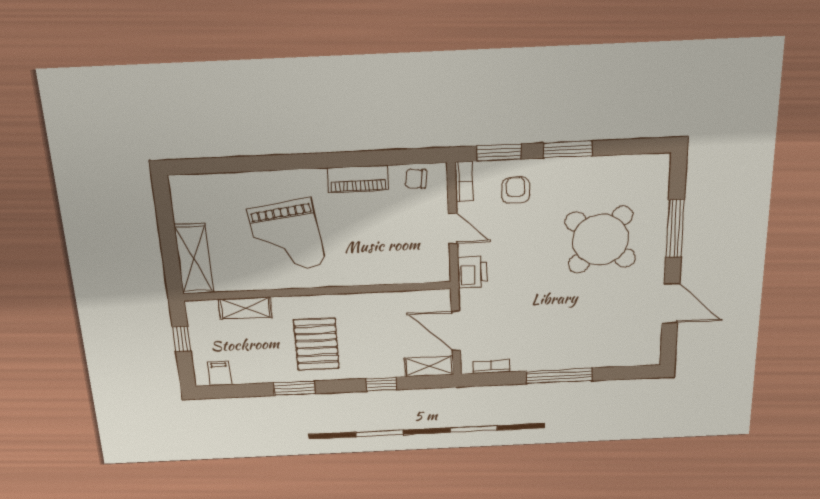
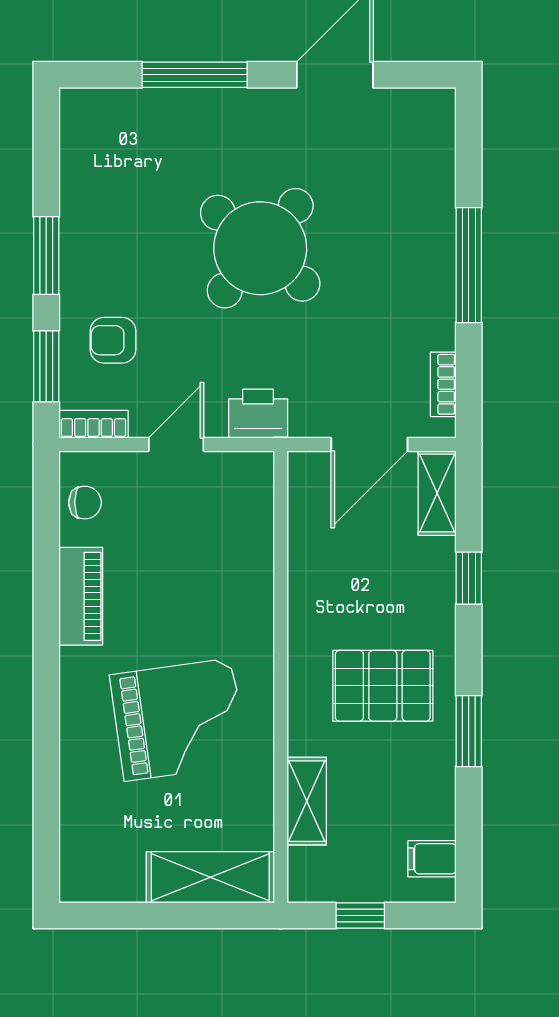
chair: (416, 179) -> (85, 503), turned -95
round table: (600, 240) -> (260, 248), moved

